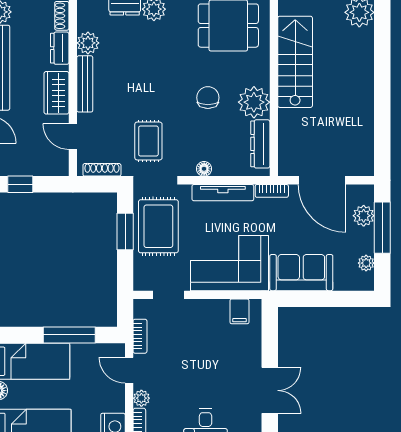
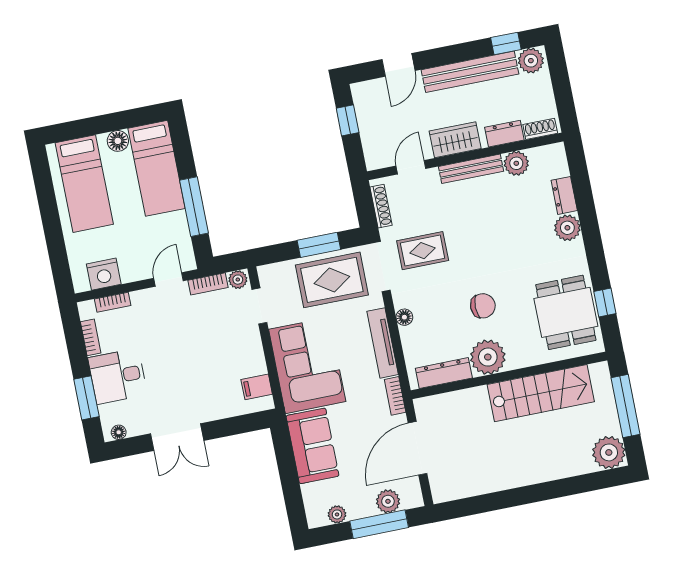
plant: (141, 398) -> (238, 280), moved

